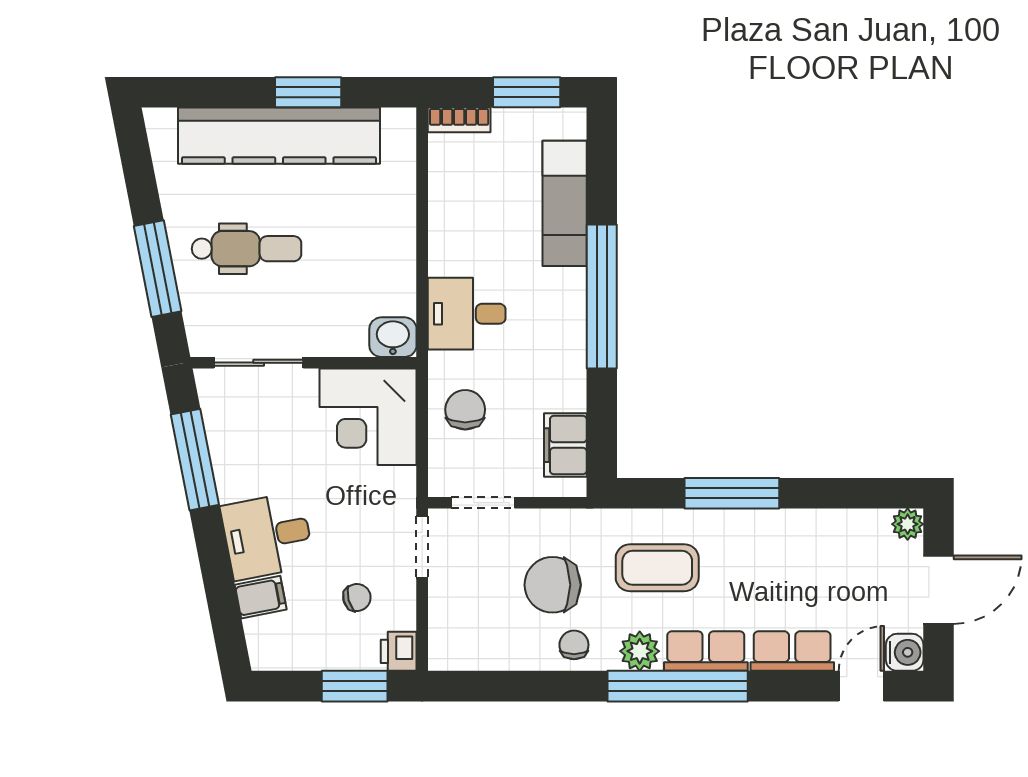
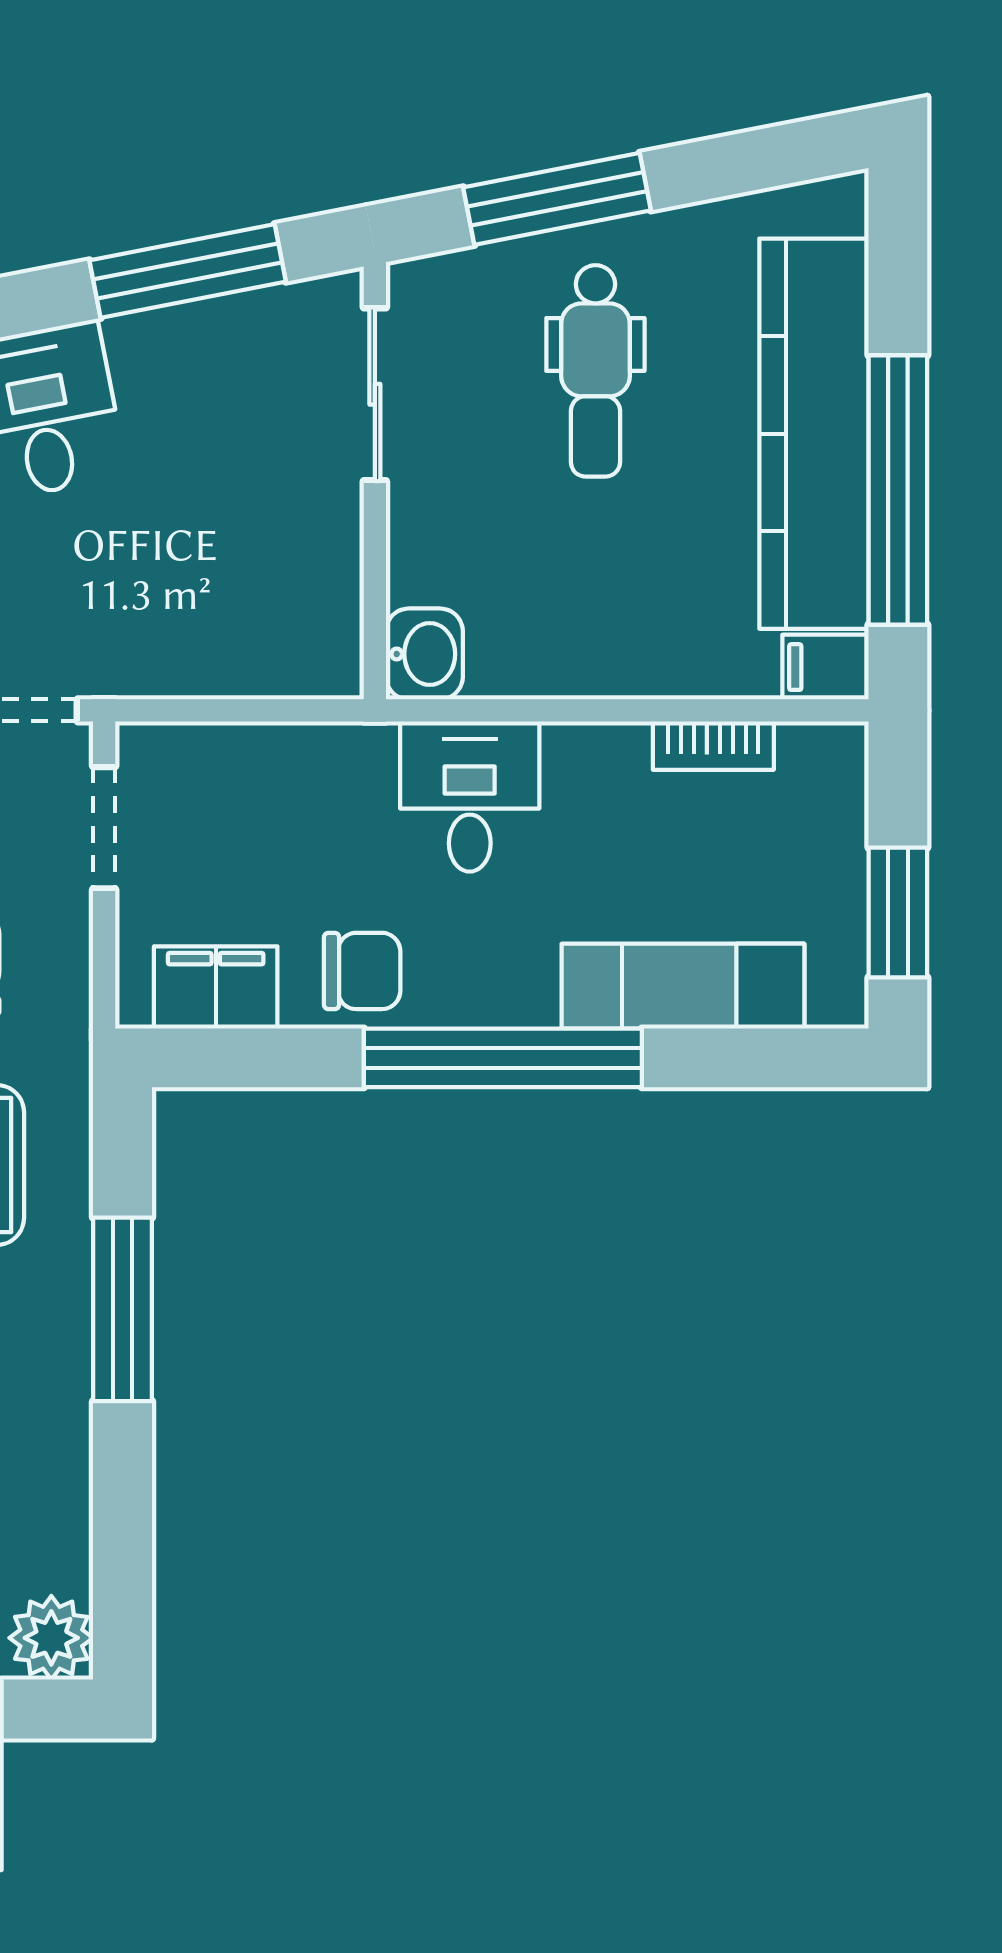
window: (308, 92) -> (898, 490), width x2.11
bookcase: (459, 120) -> (713, 746), moved, turned -90
filing cabinet: (400, 130) -> (825, 667), added
chair: (465, 410) -> (362, 971), moved
corner desk: (368, 417) -> (270, 606), removed
plant: (908, 524) -> (51, 1638), width x1.38, depth x1.38

